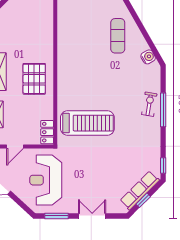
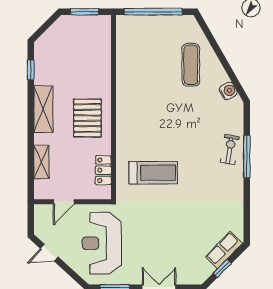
treadmill: (87, 123) -> (153, 173), width x0.73, depth x0.73
locker: (47, 132) -> (103, 170), moved
window: (163, 166) -> (247, 225), removed
row of seats: (140, 190) -> (224, 250), width x0.68

